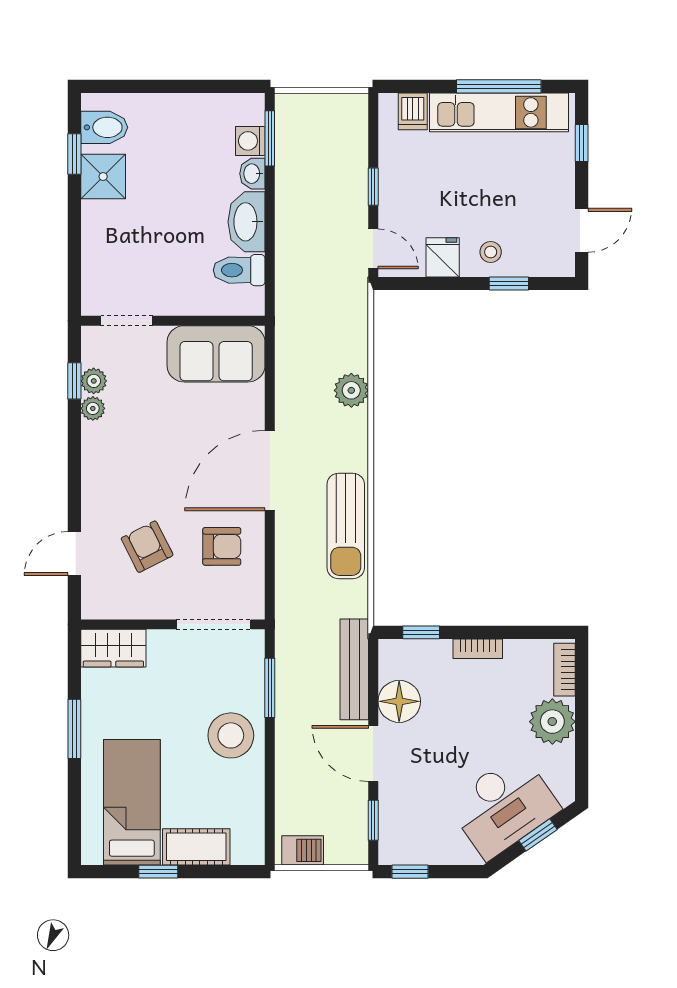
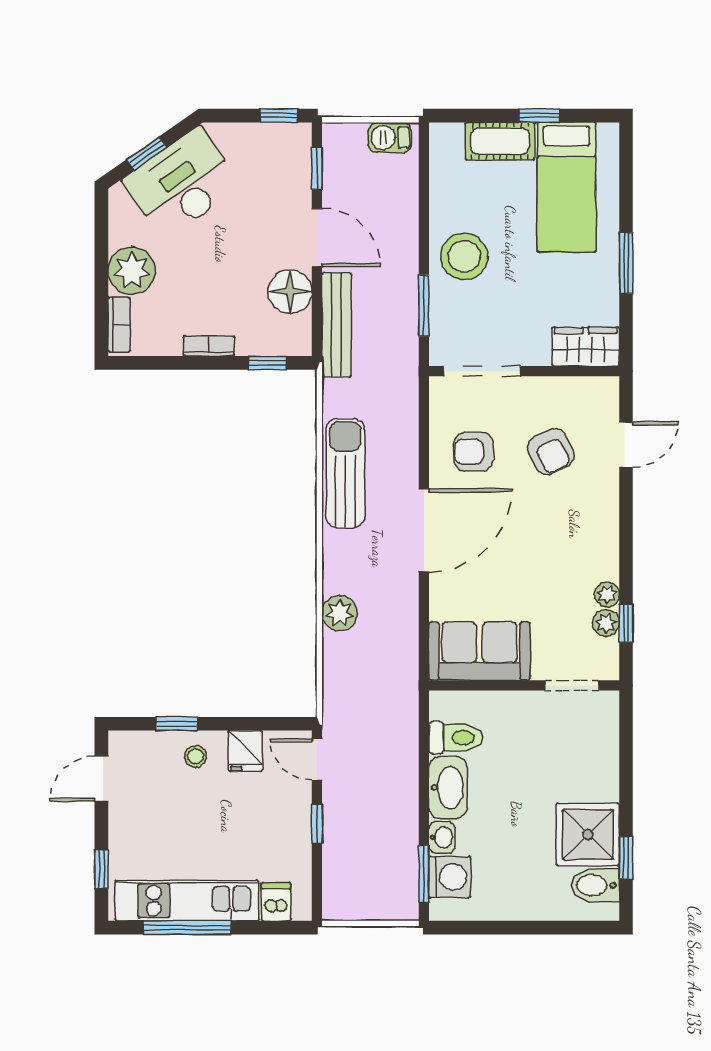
washing machine: (250, 141) -> (450, 877), width x1.38, depth x1.38
shower: (103, 177) -> (588, 834), width x1.36, depth x1.36

